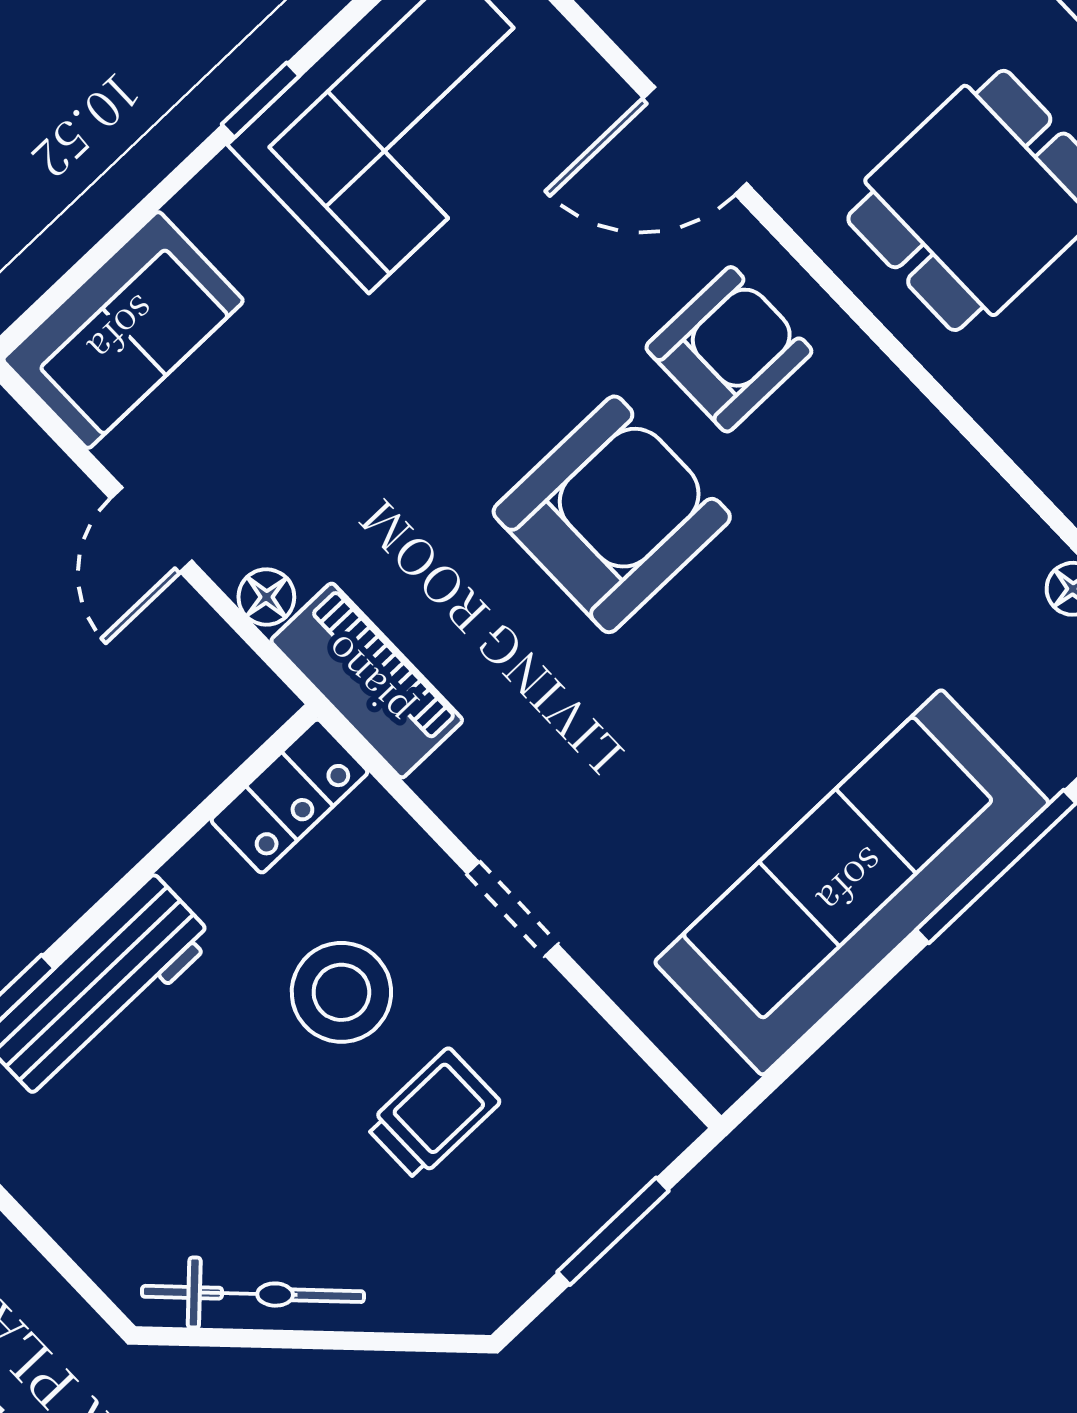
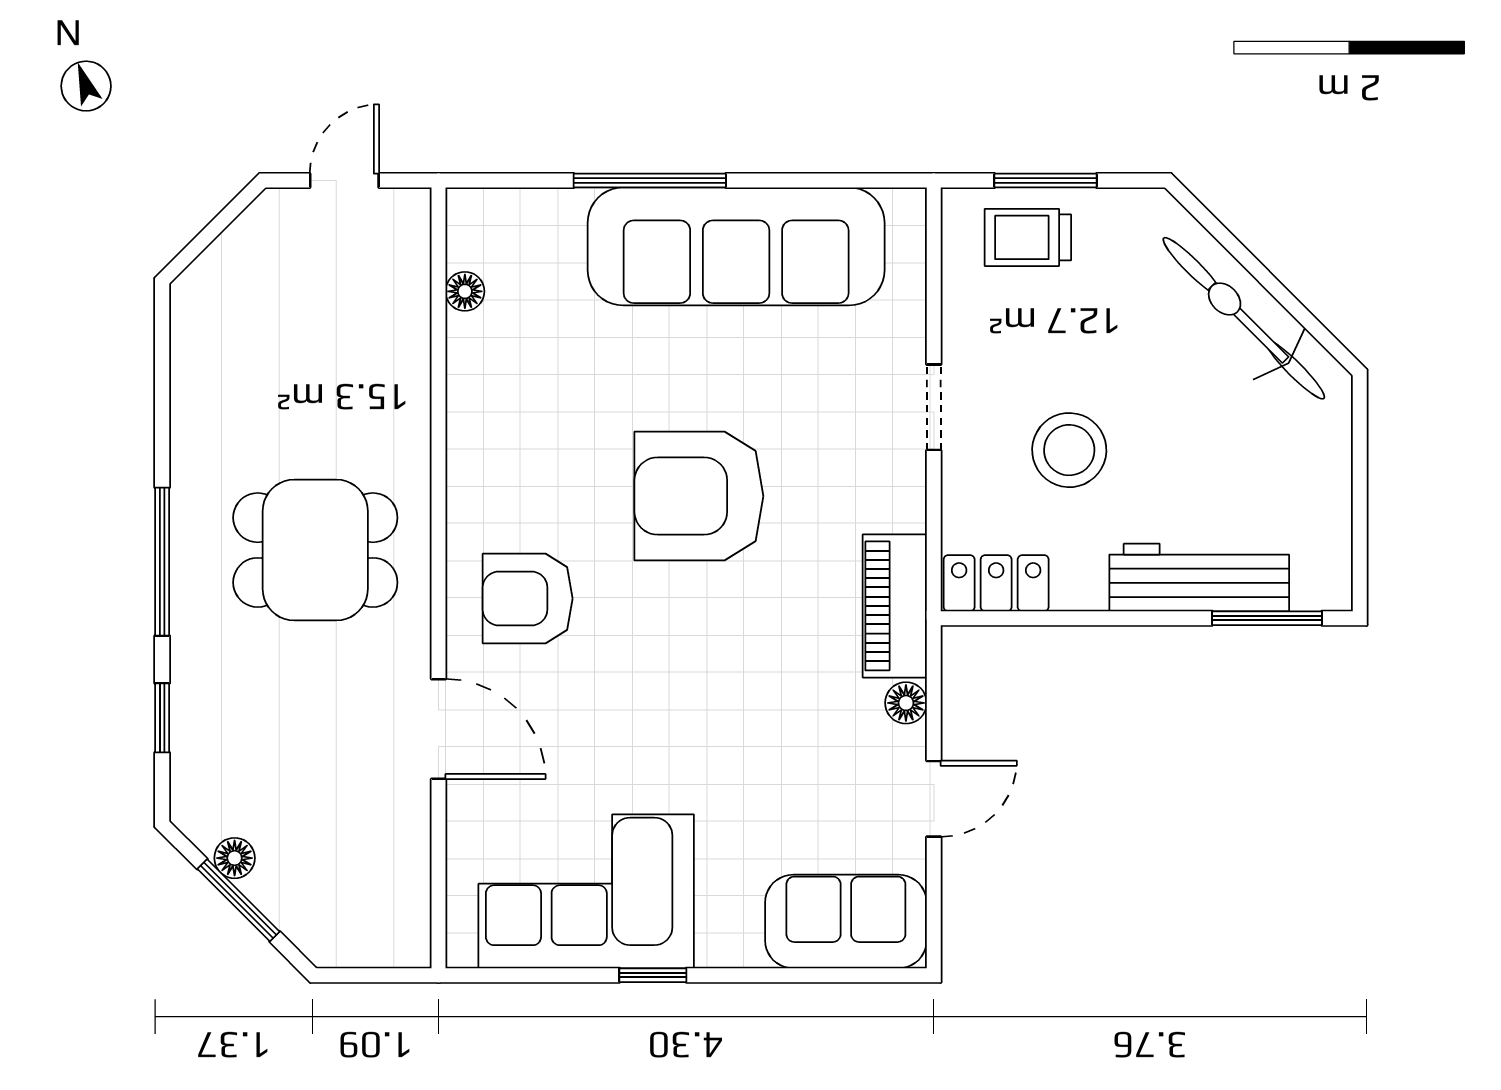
armchair: (612, 514) -> (699, 496), moved
trolley: (433, 1114) -> (1028, 237), moved
bicycle: (253, 1294) -> (1244, 318), width x1.37, depth x1.40

